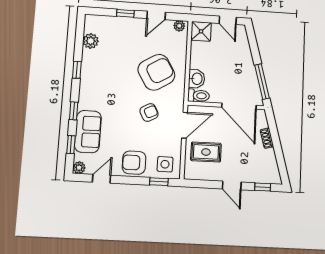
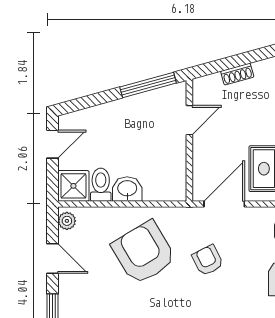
washbasin: (197, 79) -> (127, 189), moved
toilet: (198, 96) -> (101, 185), moved
door: (239, 106) -> (189, 120), width x0.53
door: (185, 125) -> (224, 204), hinge flipped

